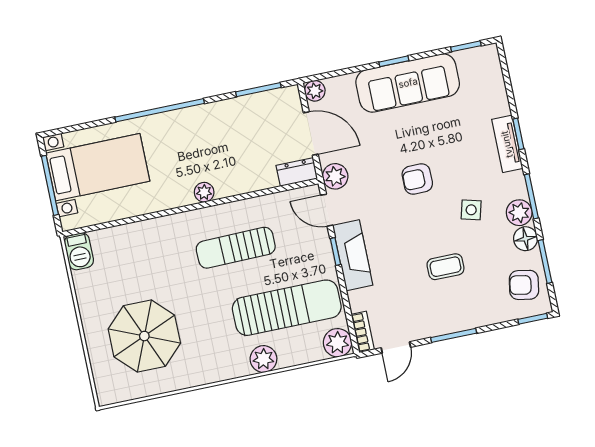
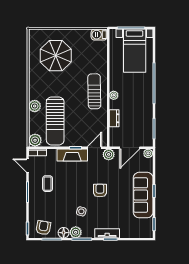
dresser: (297, 172) -> (114, 118), moved
sun lounger: (236, 248) -> (94, 91), moved
coffee table: (445, 267) -> (48, 184), moved

